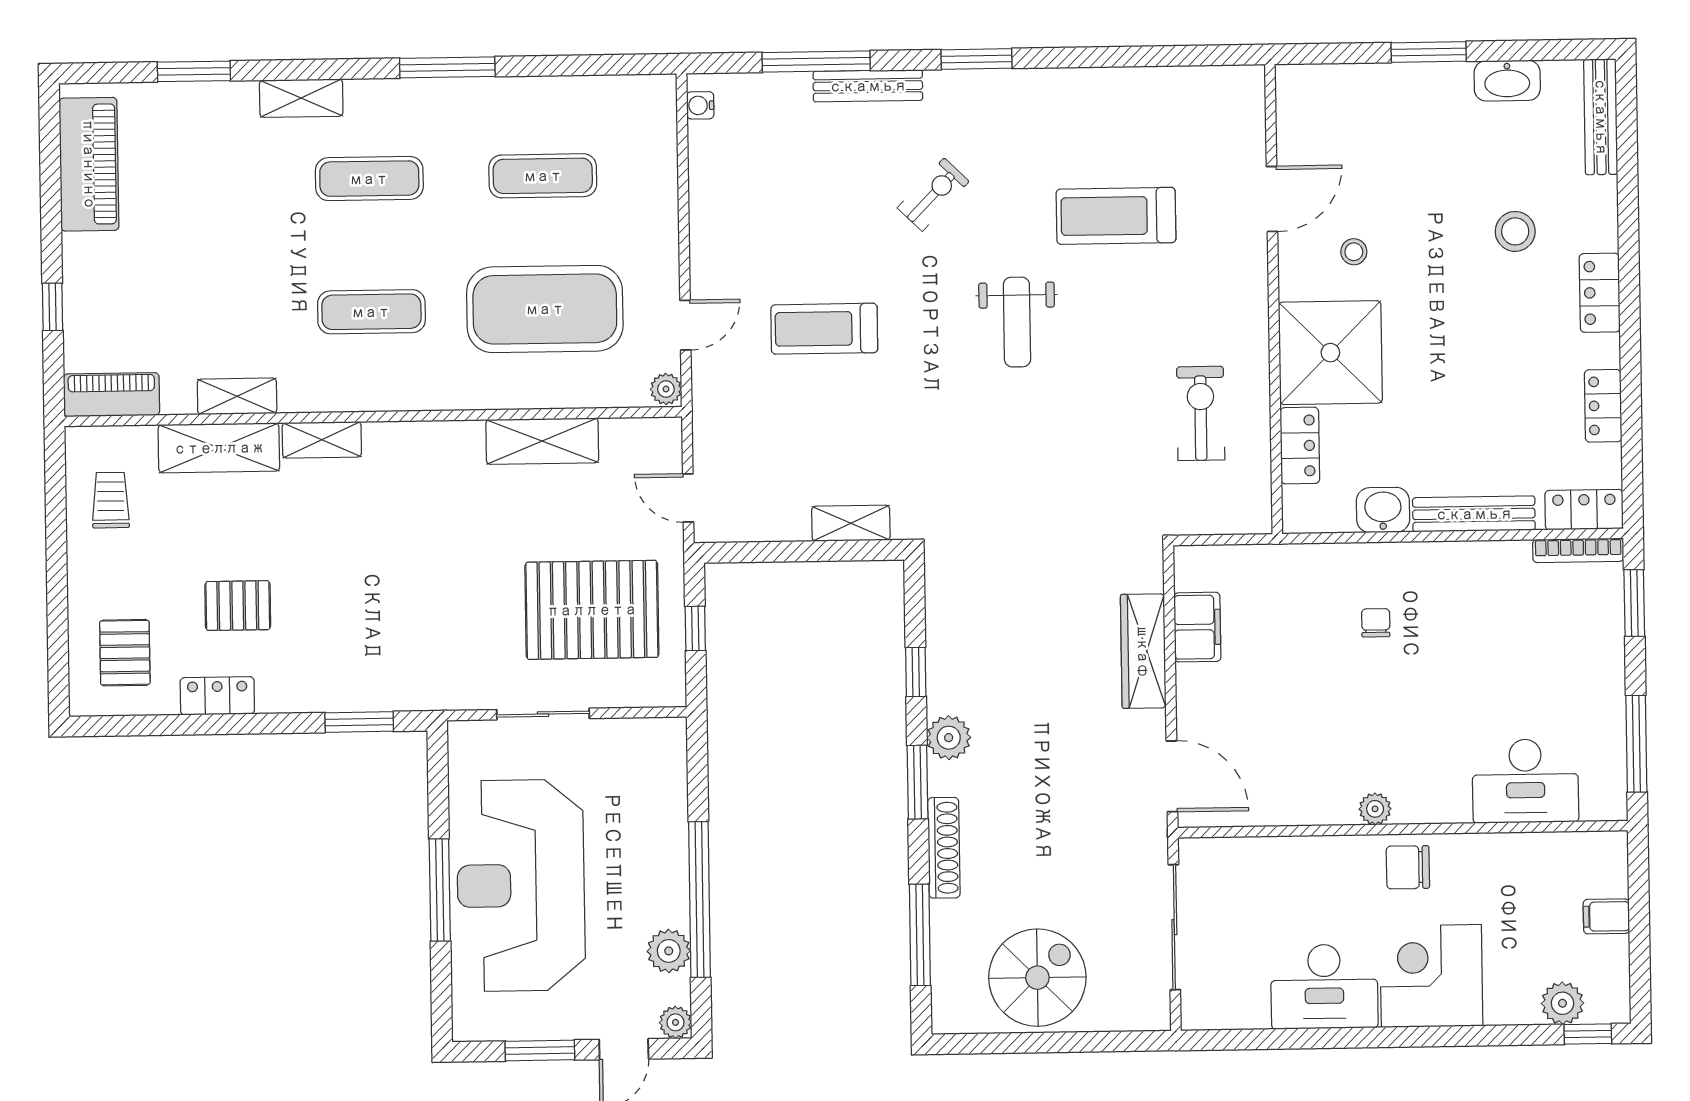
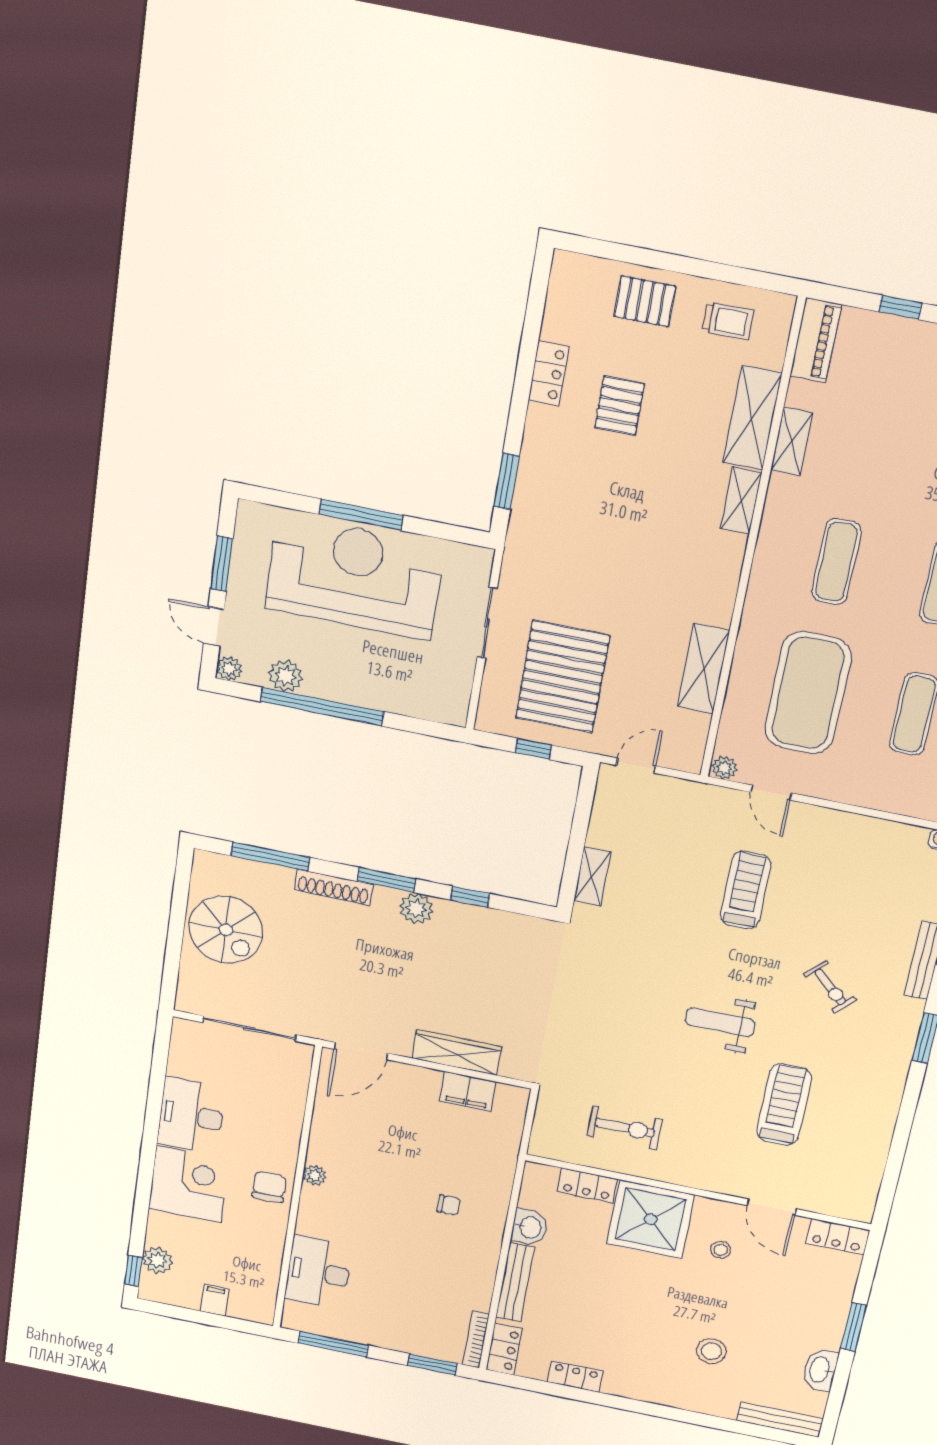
locker: (1600, 293) -> (837, 1237), moved, turned 180
pallet: (125, 653) -> (645, 301), moved

